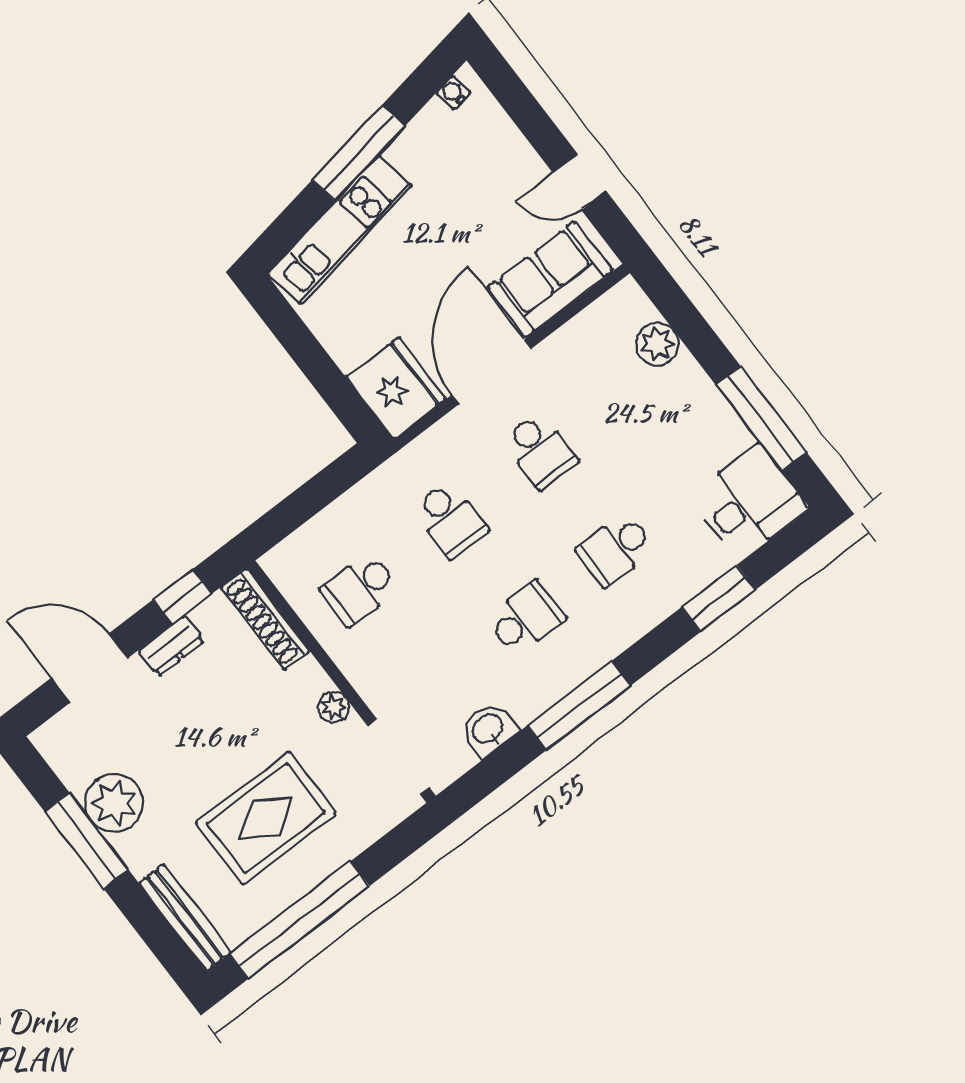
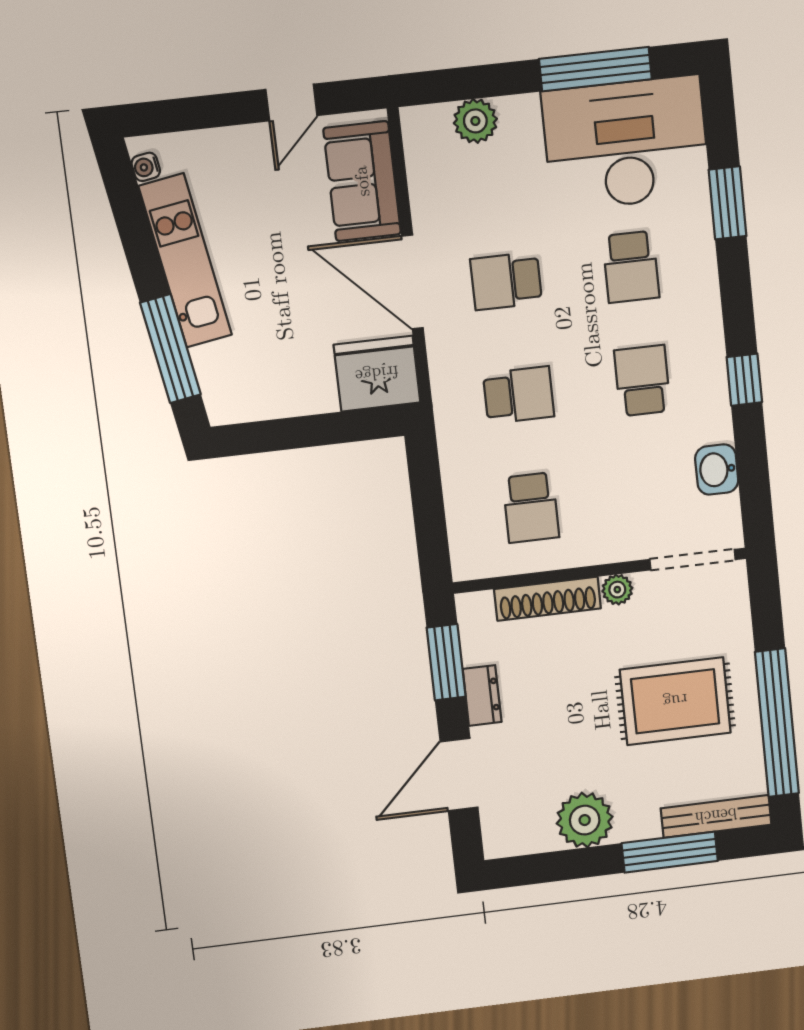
window: (359, 153) -> (170, 349), moved
kitchen unit: (340, 230) -> (185, 261), moved
school desk: (540, 451) -> (506, 281), turned 180
desk: (749, 503) -> (626, 143), width x1.87, depth x1.30
window: (182, 597) -> (446, 662), width x1.50
shoe rack: (265, 619) -> (547, 599), moved
window: (579, 705) -> (744, 380), width x0.46
rug: (266, 818) -> (675, 701), turned 90
window: (87, 841) -> (670, 852), moved

